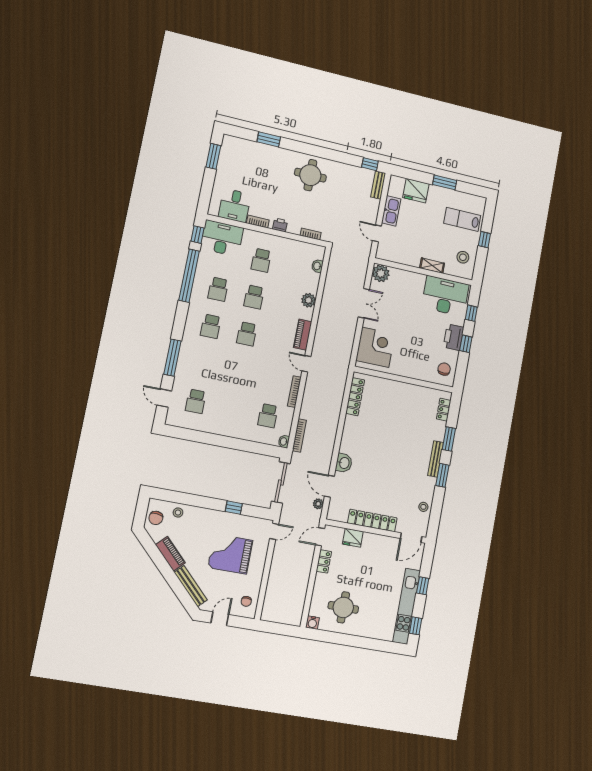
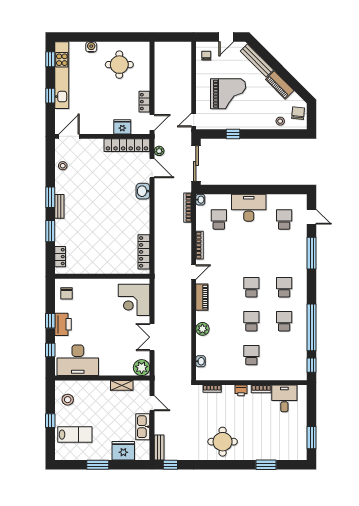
desk: (222, 238) -> (249, 208), moved, turned 180
shelving: (432, 266) -> (122, 385), moved
door: (306, 364) -> (194, 272), hinge flipped
bench: (436, 459) -> (59, 206), width x0.73
locker: (372, 520) -> (127, 145), moved
water cooler: (312, 623) -> (91, 47), moved

